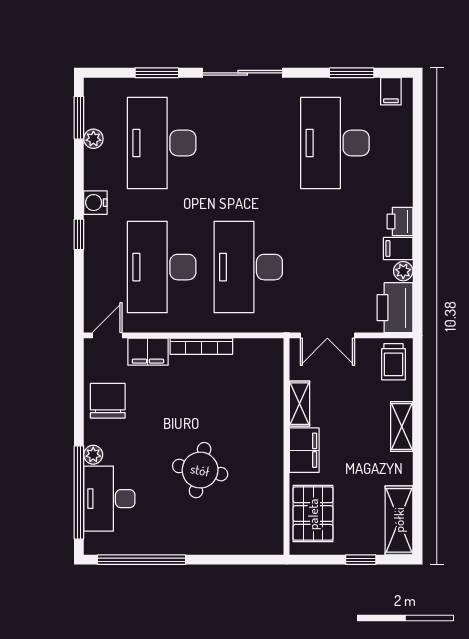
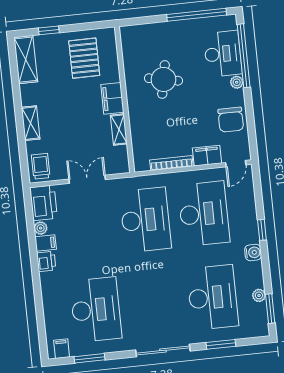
shelving: (300, 404) -> (119, 130), moved
wall: (287, 447) -> (125, 100), moved
filing cabinet: (304, 450) -> (112, 98), moved

